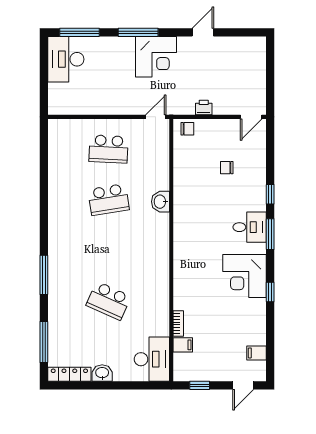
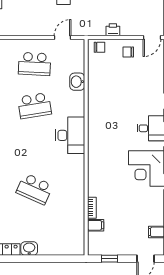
door: (156, 117) -> (62, 37), moved
chair: (227, 168) -> (128, 52), moved
washbasin: (160, 202) -> (77, 82), moved
desk: (152, 359) -> (70, 135), moved

